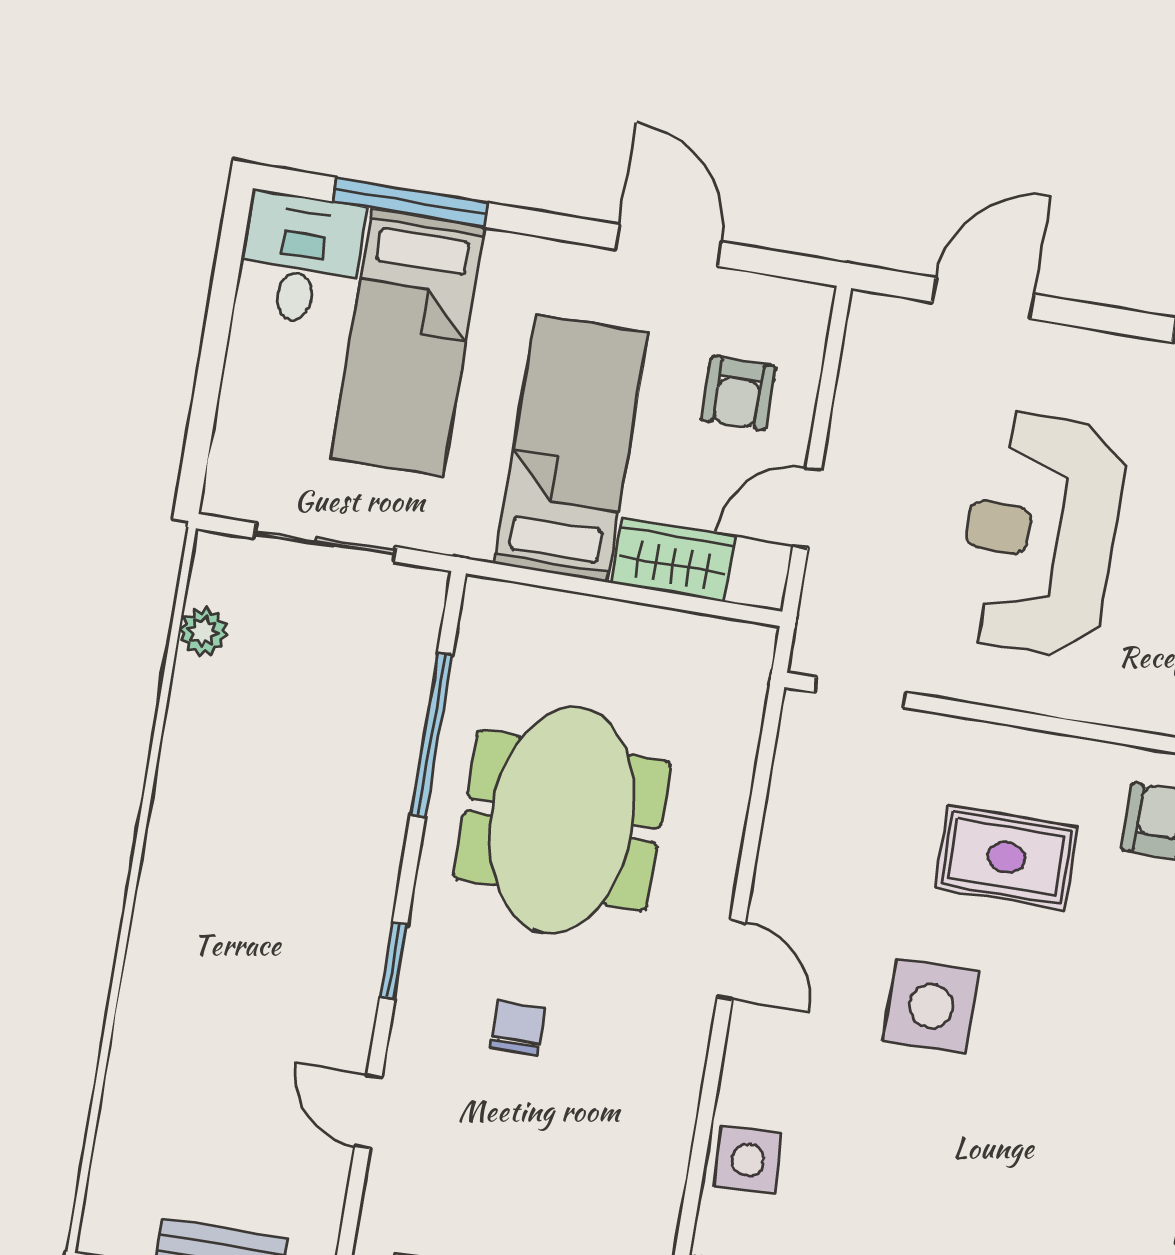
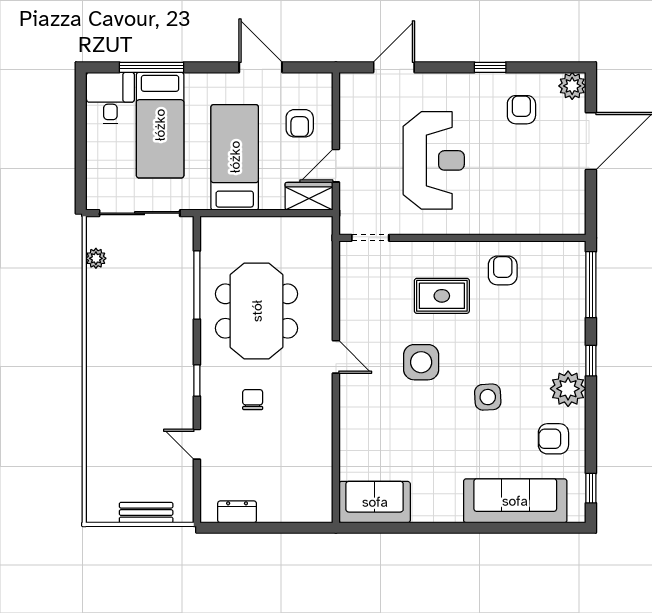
reception desk: (1041, 534) -> (434, 160), turned 180
sliding door: (324, 542) -> (140, 213), width x1.37
wardrobe: (673, 560) -> (309, 196), moved
side table: (748, 1160) -> (488, 397), moved

